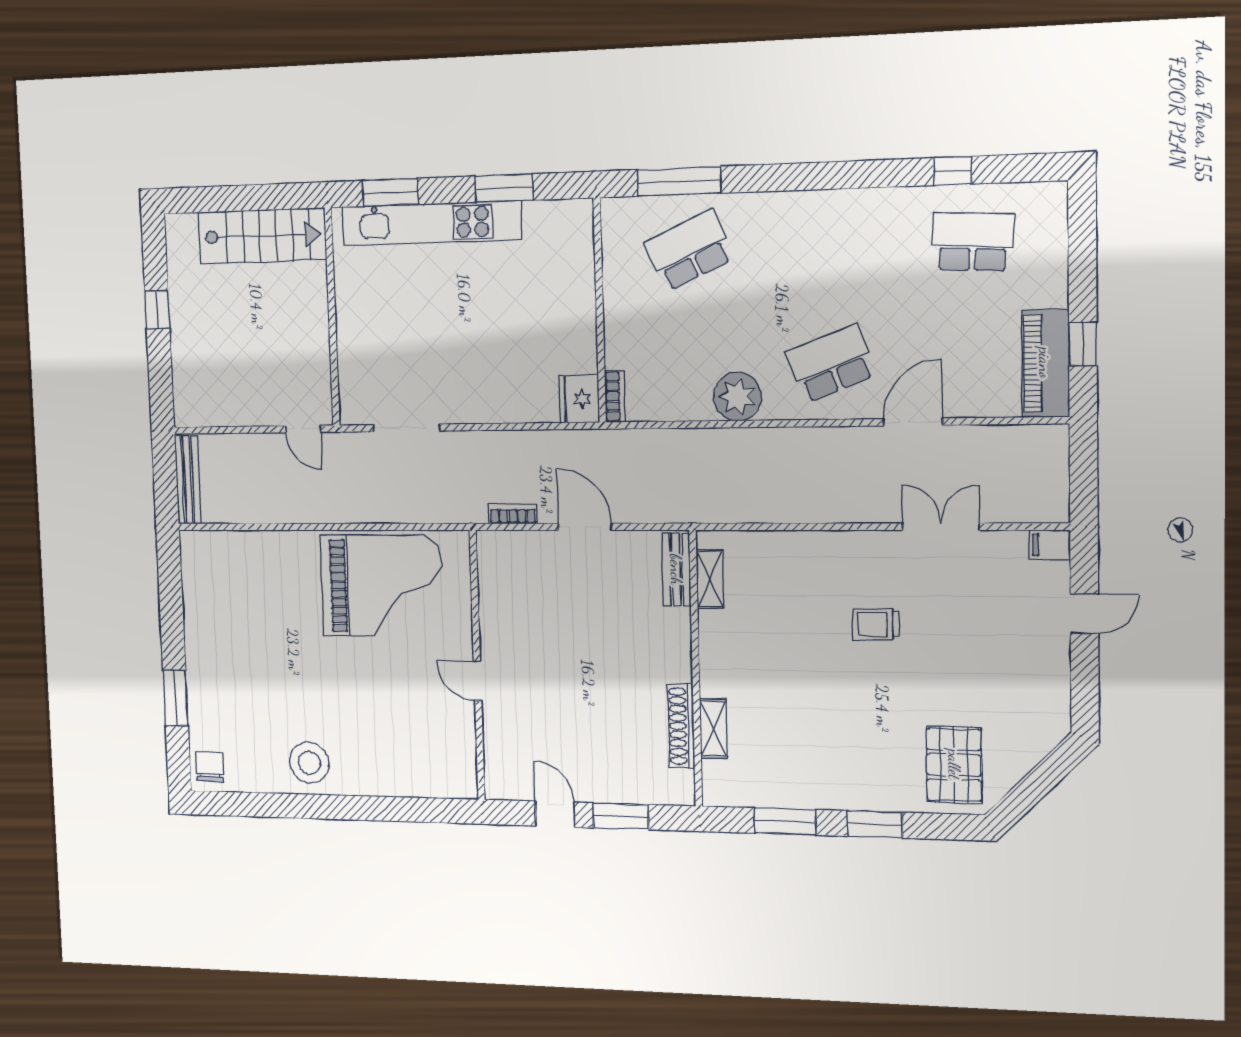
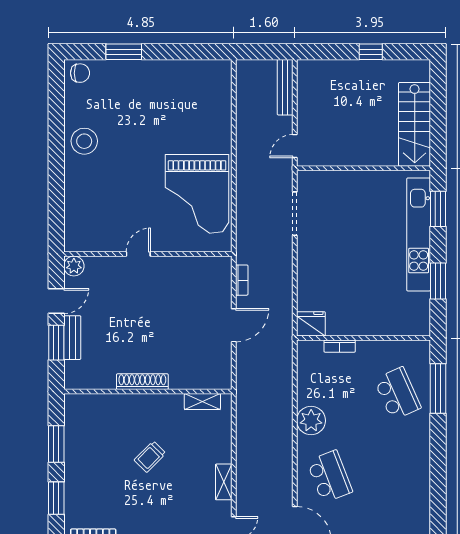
bookcase: (615, 396) -> (340, 346), moved
bench: (188, 480) -> (285, 87), moved, turned 90
bench: (676, 570) -> (72, 338), moved, turned 90
trolley: (876, 624) -> (150, 457), moved, turned -135
shoe rack: (681, 726) -> (142, 382), moved
shelving: (713, 729) -> (224, 482), moved, turned 90
plant: (500, 784) -> (74, 266), added

